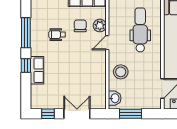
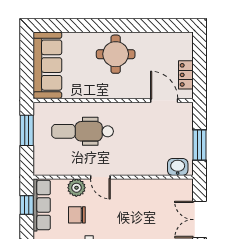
stool: (121, 72) -> (141, 159), removed

